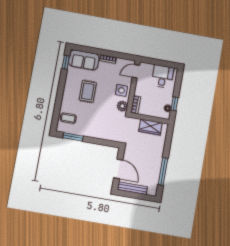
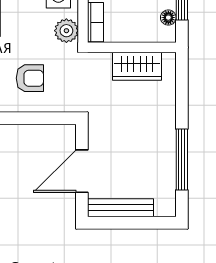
armchair: (103, 124) -> (30, 78), added
door: (118, 169) -> (82, 171), swing flipped

